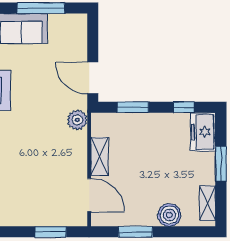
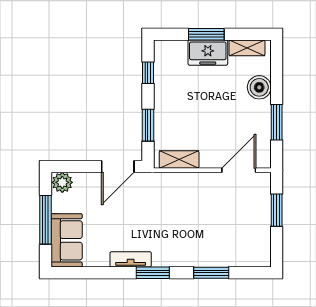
plant: (77, 120) -> (62, 182), moved
freezer: (203, 132) -> (208, 53), moved
shelving: (100, 156) -> (179, 160), moved

